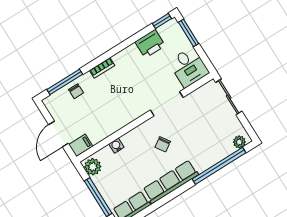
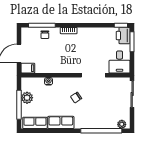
printer: (150, 44) -> (123, 36), moved, turned 90
plant: (93, 167) -> (27, 98), moved
row of seats: (171, 182) -> (61, 122), width x0.68

